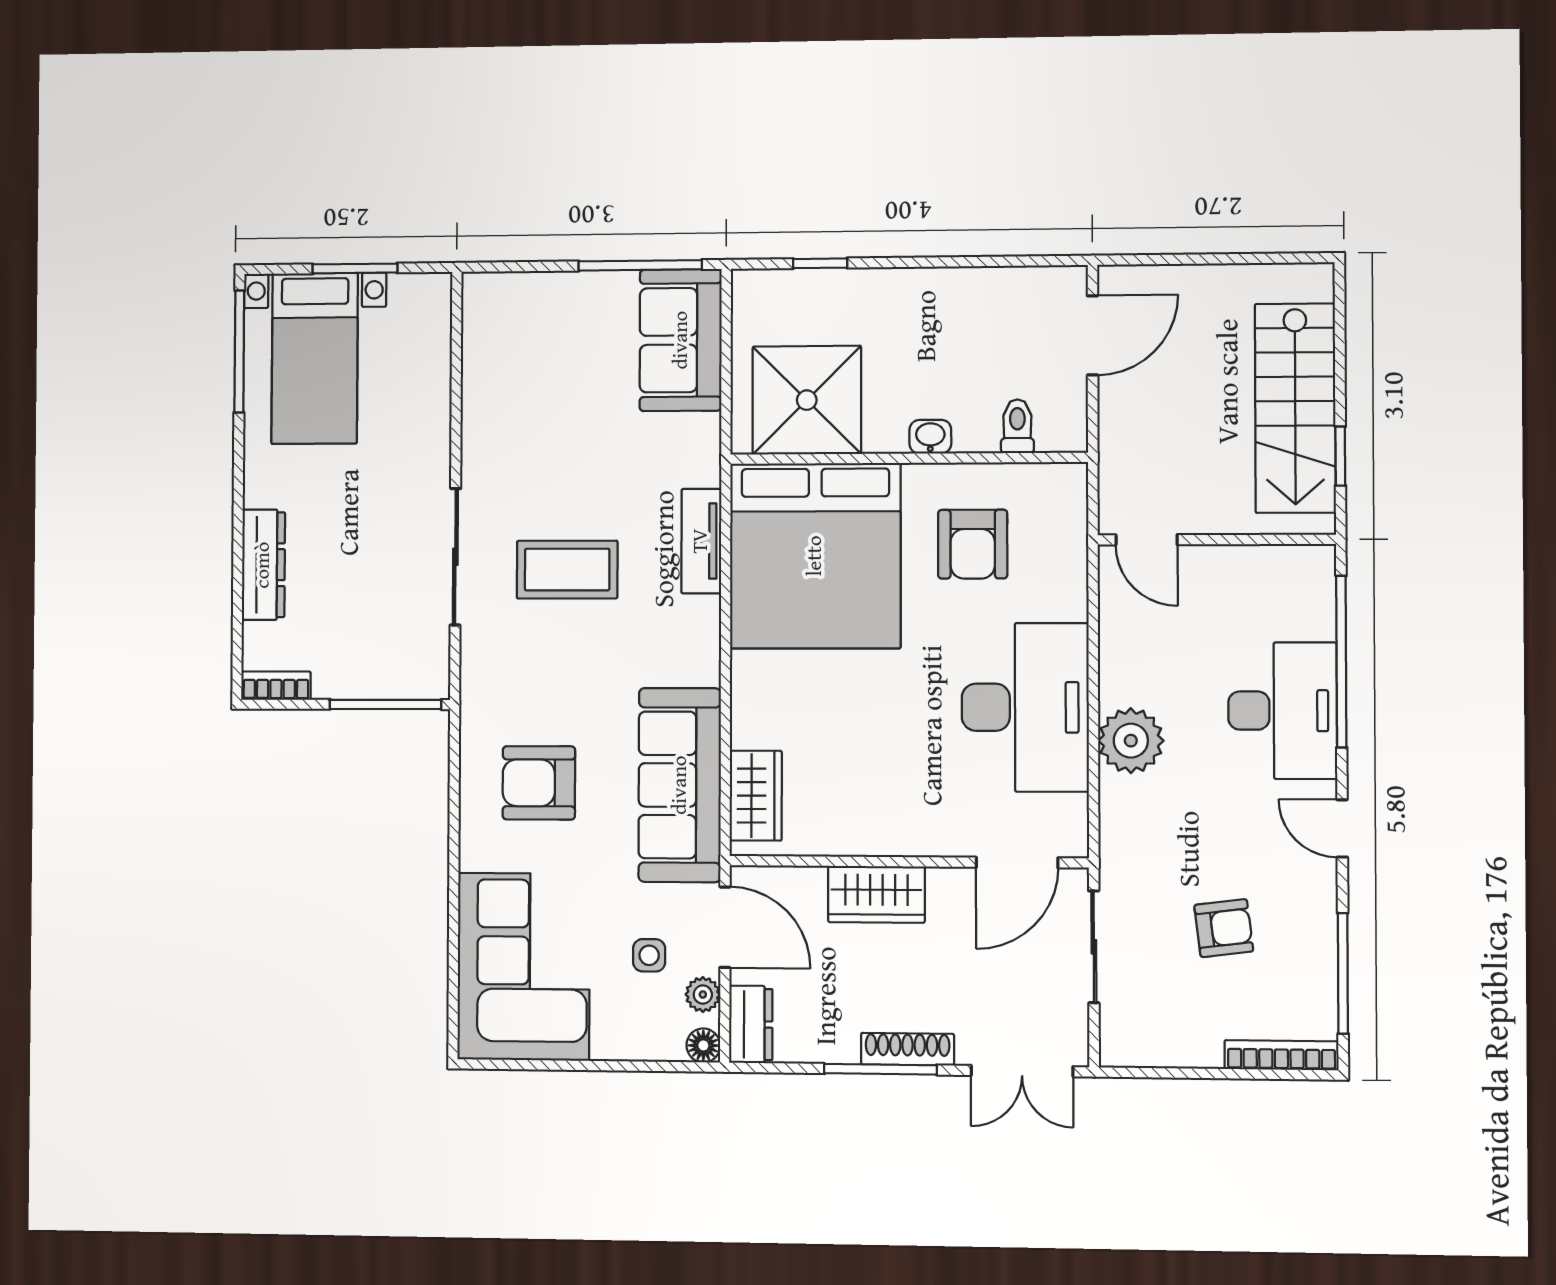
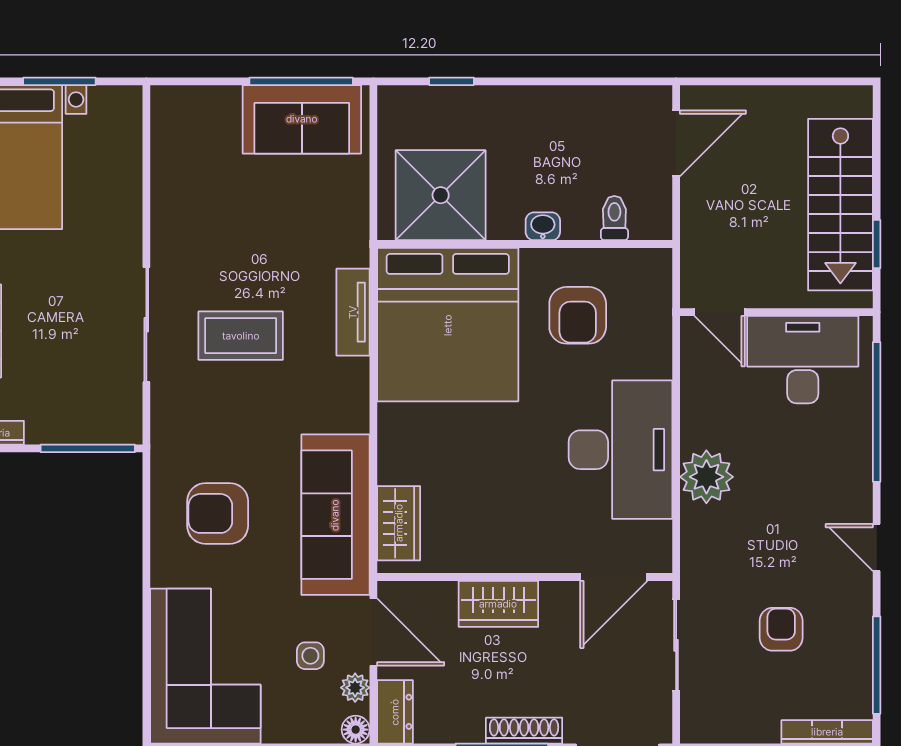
sofa: (681, 340) -> (302, 119), moved, turned -90
desk: (1282, 711) -> (803, 360), moved, turned -90
armchair: (1224, 928) -> (781, 629), turned -83

